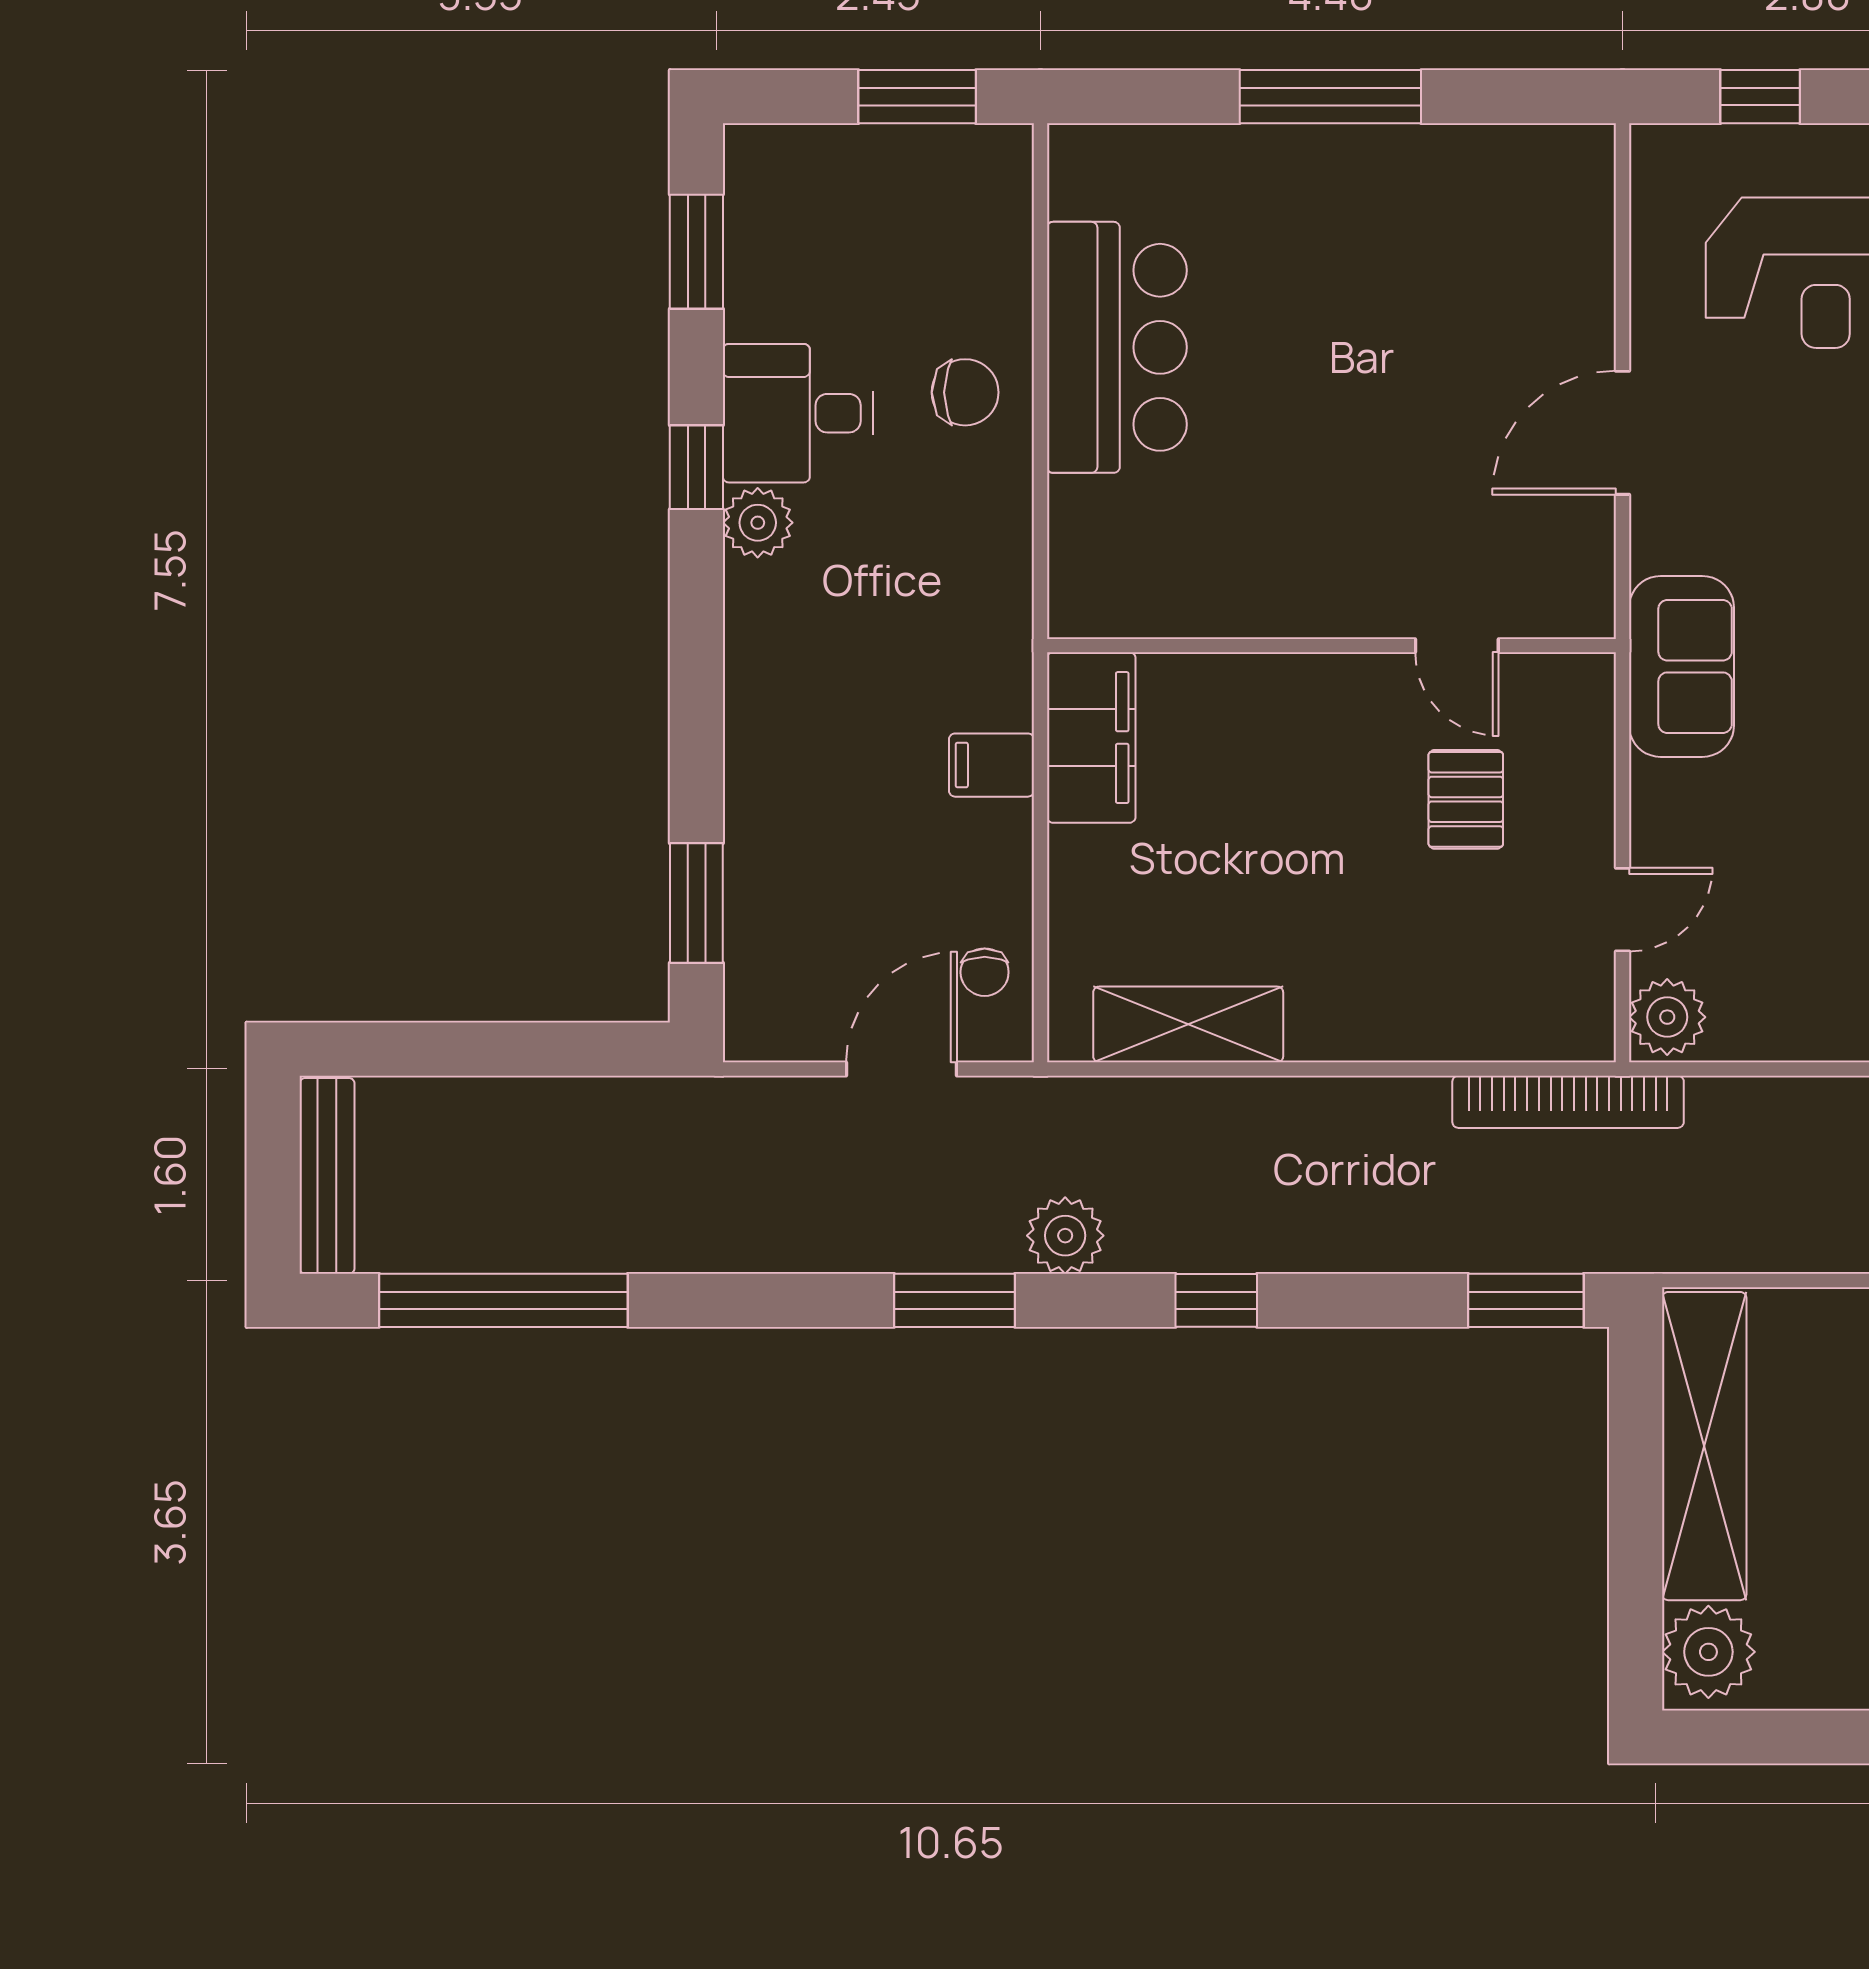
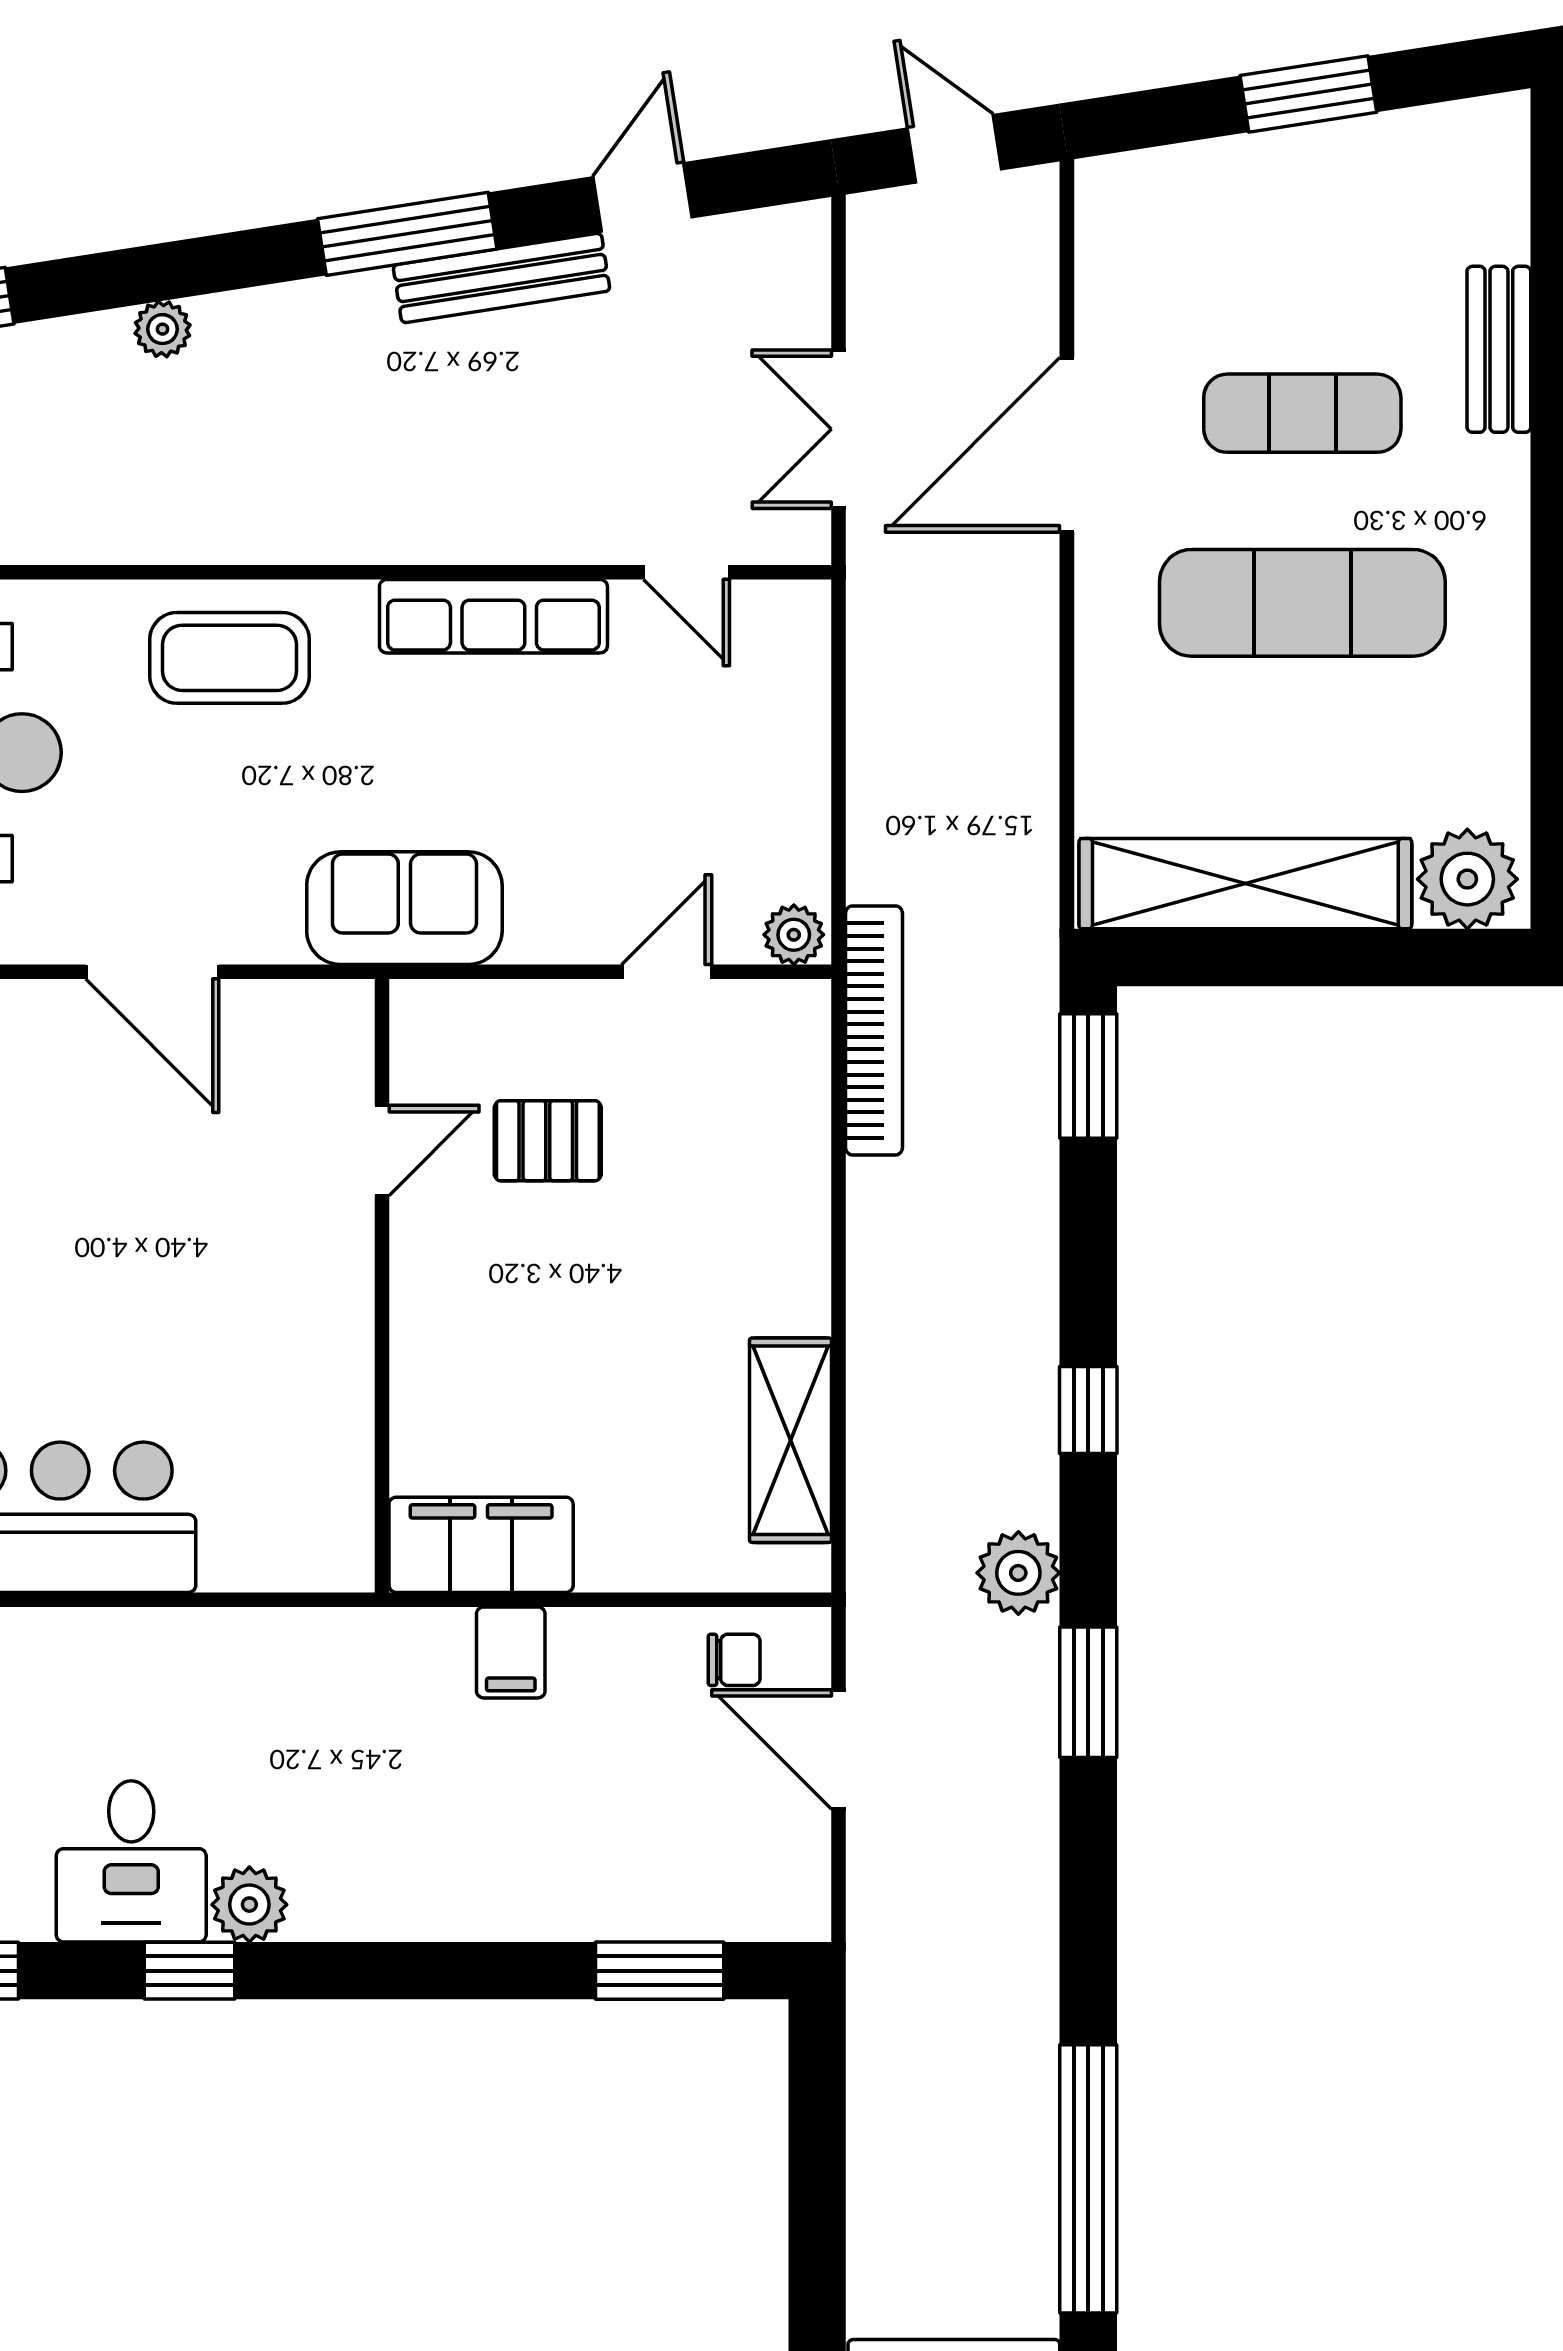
chair: (965, 392) -> (109, 1681), removed
door: (1622, 910) -> (667, 972), hinge flipped
plant: (1667, 1017) -> (794, 935), width x0.73, depth x0.73

